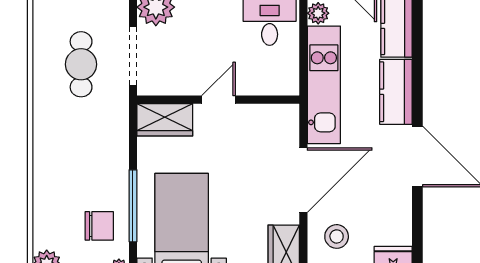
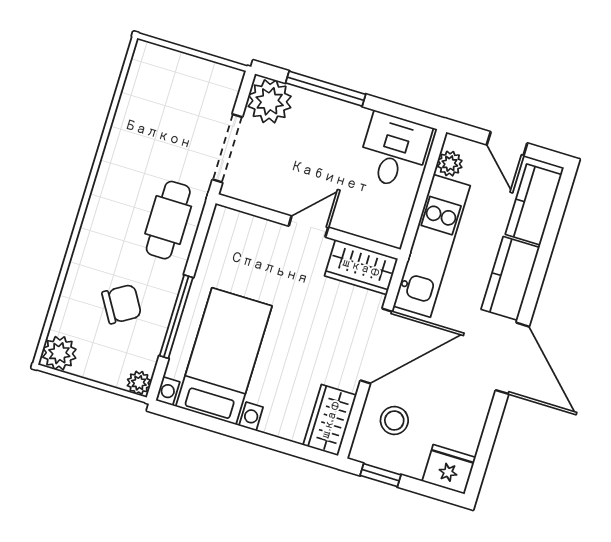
cafe table: (81, 64) -> (168, 220), moved
wardrobe: (165, 120) -> (361, 267), moved
chair: (99, 226) -> (122, 304), moved, turned -31

